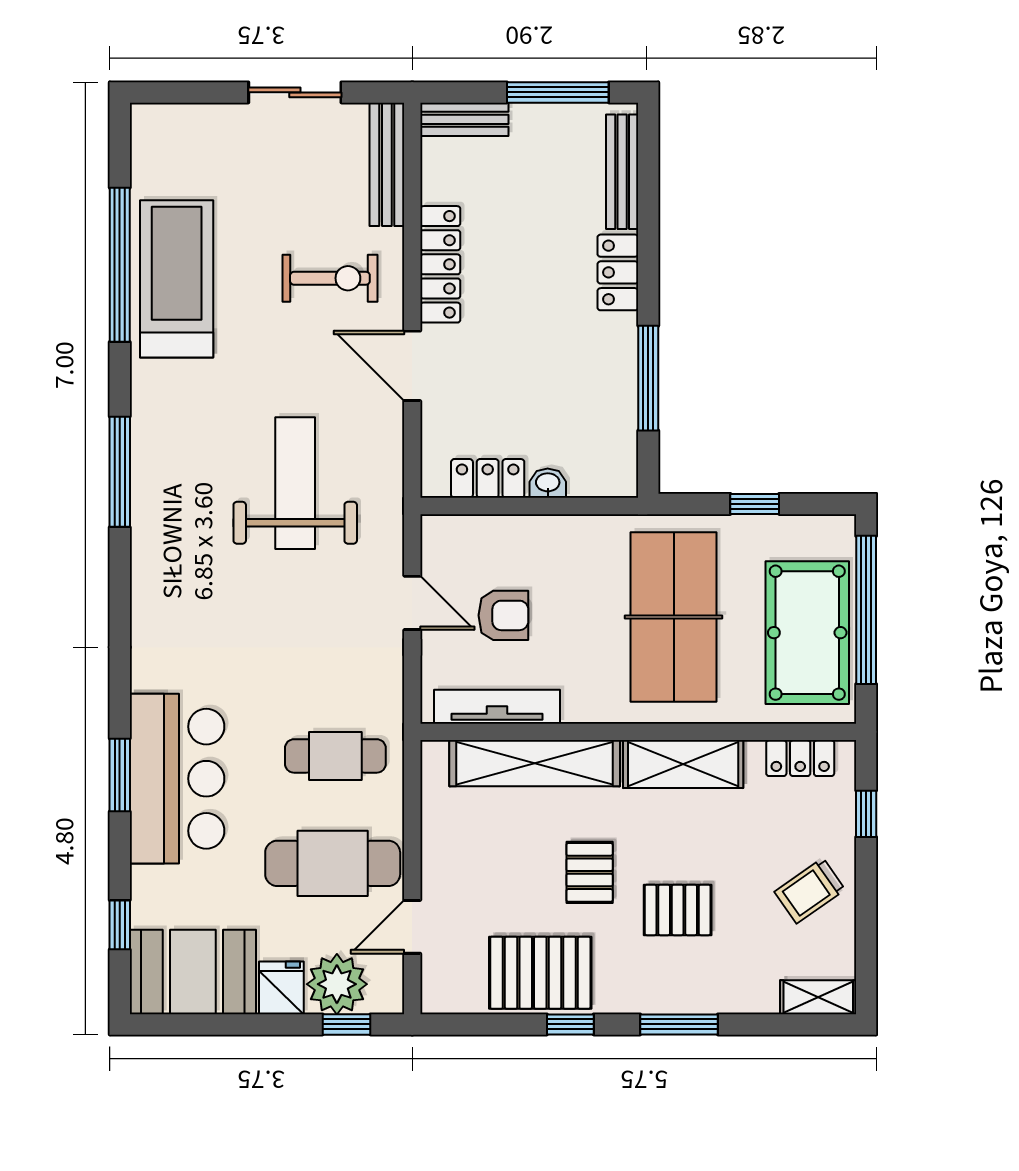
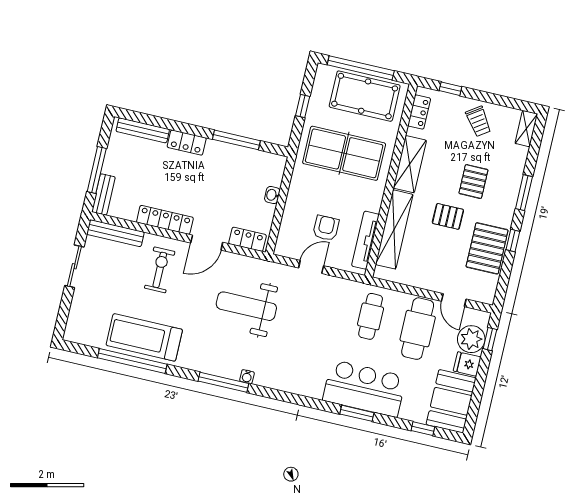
window: (558, 92) -> (97, 170), moved
locker: (488, 478) -> (248, 239), moved, turned 90
water cooler: (144, 520) -> (247, 377), added

